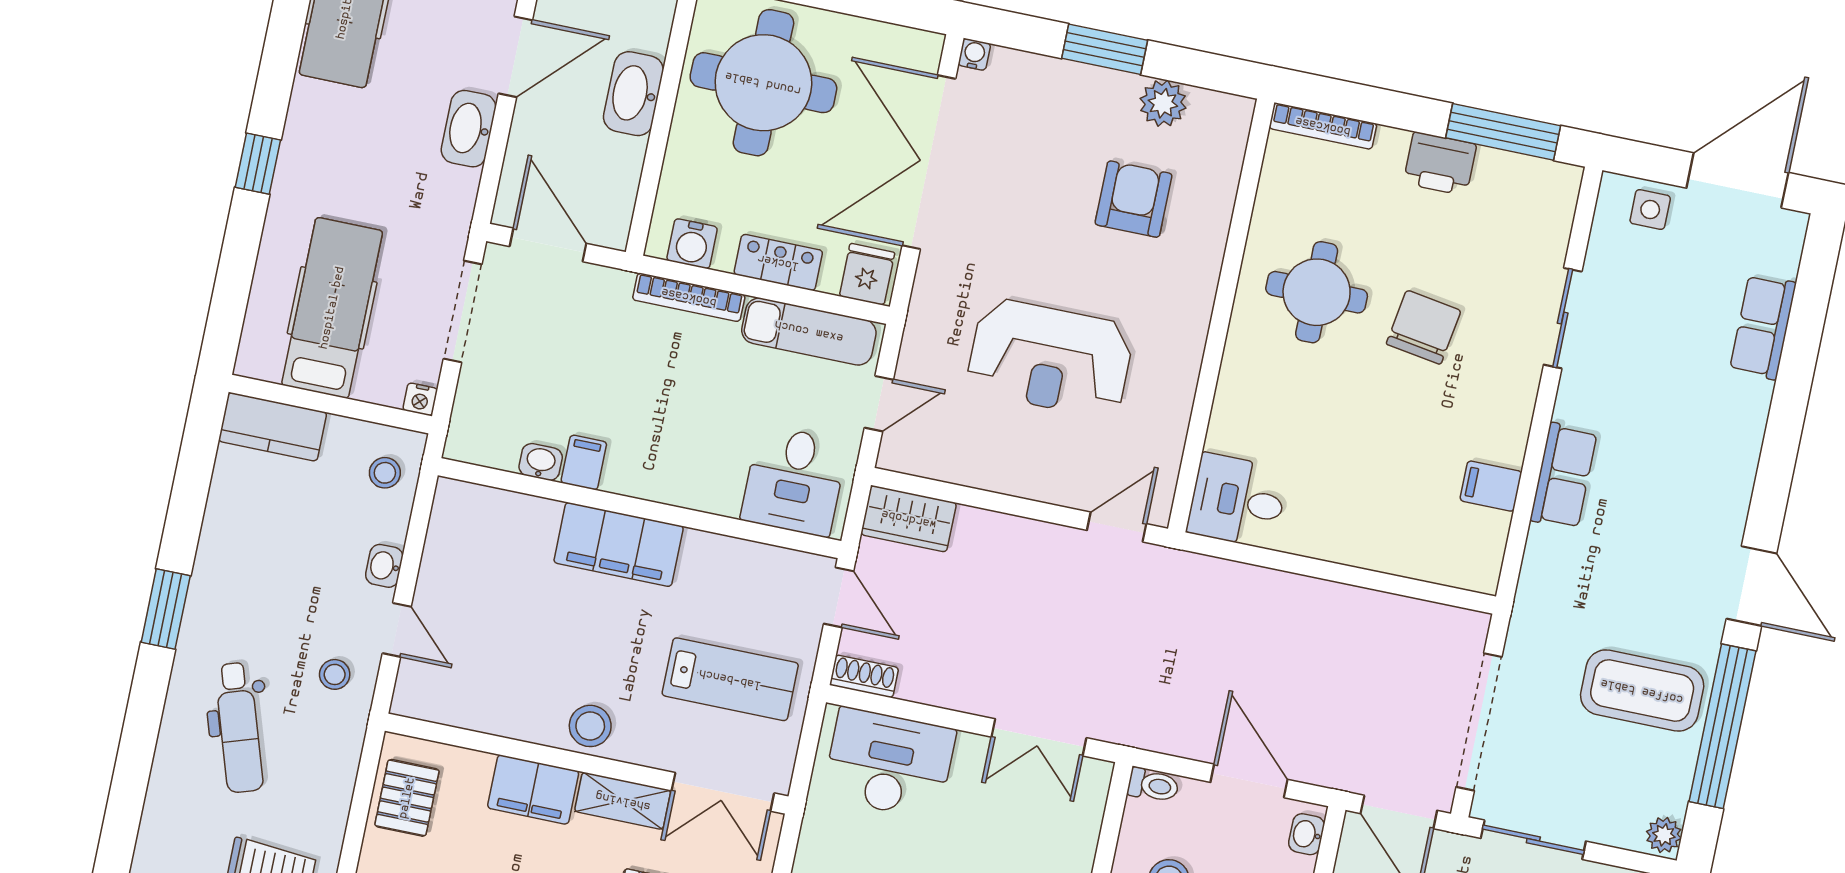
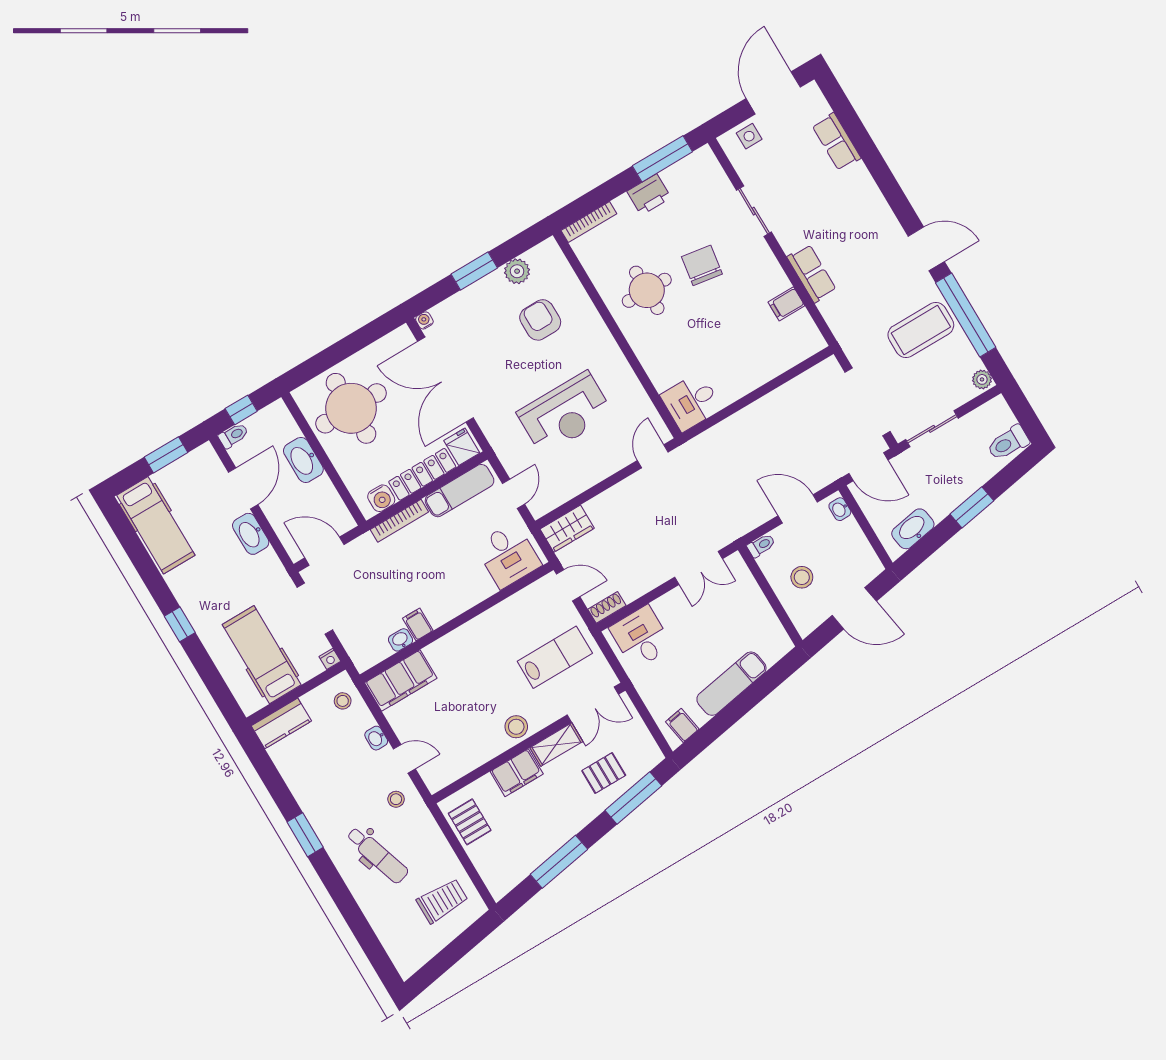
locker: (778, 262) -> (422, 474), width x1.53
filing cabinet: (619, 544) -> (401, 680), moved
desk: (889, 763) -> (641, 637), width x0.73

